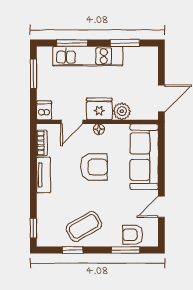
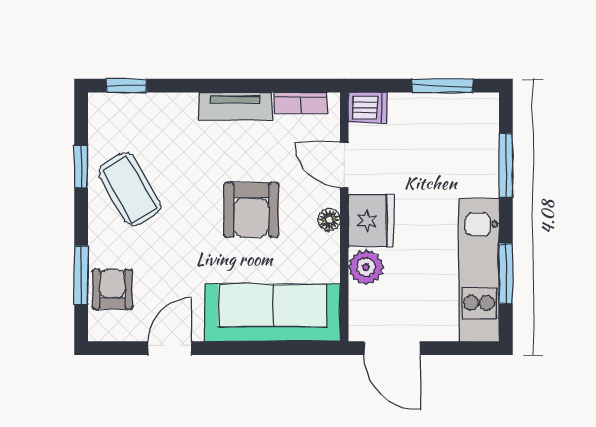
kitchen unit: (88, 56) -> (479, 270), moved
door: (161, 207) -> (170, 348), hinge flipped

